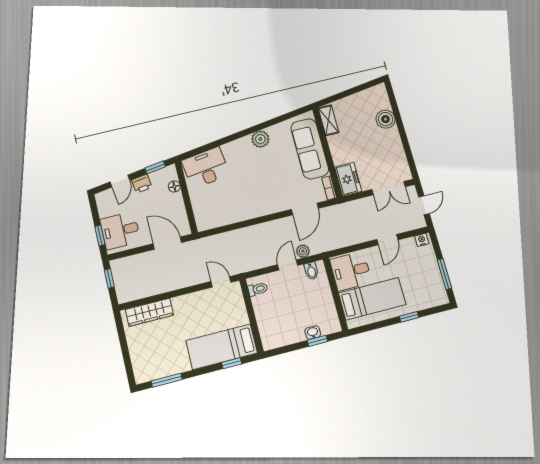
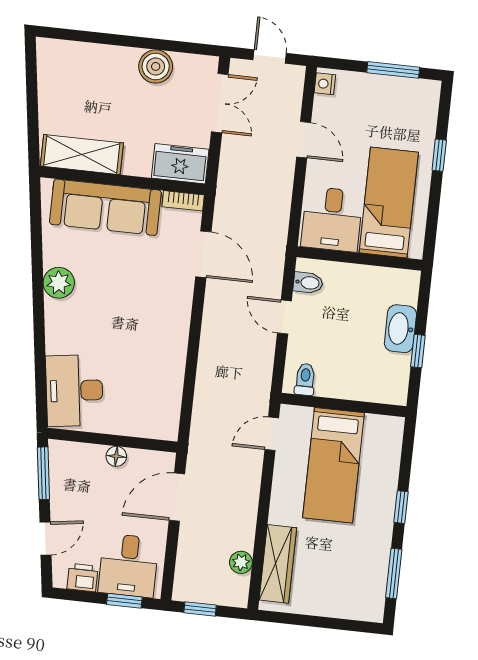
boiler: (386, 119) -> (156, 66), moved
shelving: (328, 120) -> (82, 155), width x1.50, depth x1.33
window: (155, 167) -> (43, 473), width x1.50
door: (120, 181) -> (45, 539), hinge flipped
printer: (142, 184) -> (82, 578), moved, turned -82
floor lamp: (174, 186) -> (116, 456), moved
plant: (303, 251) -> (241, 562), moved
washbasin: (313, 332) -> (400, 329), width x1.91, depth x1.45
window: (317, 341) -> (418, 351), moved
bed: (222, 347) -> (334, 465), moved
window: (232, 363) -> (401, 507), moved

